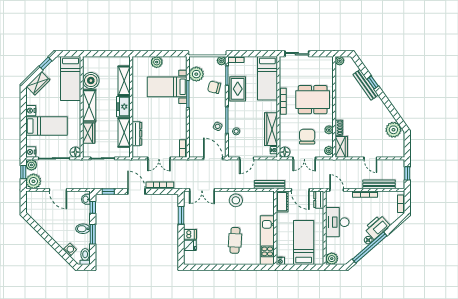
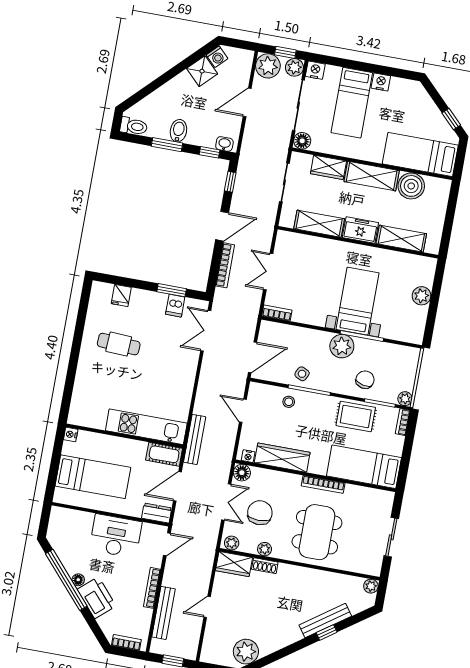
sliding door: (297, 54) -> (391, 537), moved
plant: (196, 74) -> (342, 346), moved
wardrobe: (38, 83) -> (422, 102), removed
bed with nightstands: (167, 87) -> (357, 301), moved
dresser: (137, 134) -> (313, 244), removed
chair: (307, 137) -> (260, 513), turned -90
double door: (304, 158) -> (226, 502), swing flipped
stool: (236, 200) -> (179, 381), removed
shower: (44, 221) -> (202, 71), added
dishwasher: (190, 234) -> (175, 306), moved
cafe table: (235, 240) -> (119, 344), moved
kitchen unit: (267, 240) -> (146, 427), moved
washing machine: (70, 250) -> (217, 57), moved
plant: (332, 259) -> (59, 517), removed

